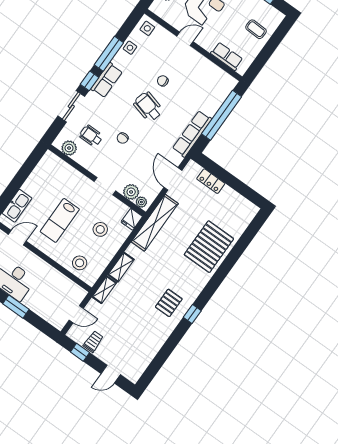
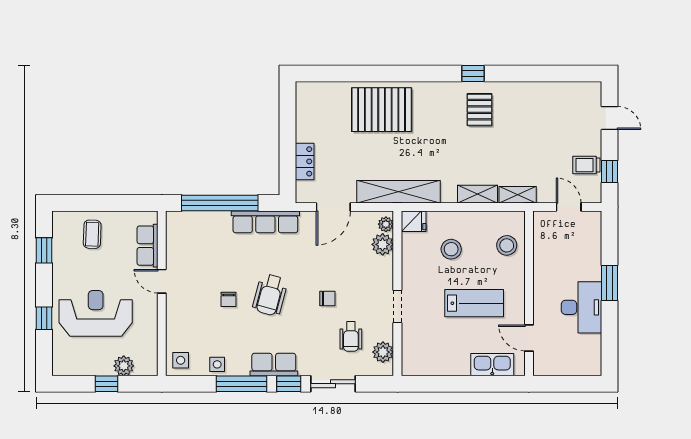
door: (185, 39) -> (162, 281), moved
doorway: (105, 186) -> (397, 307), moved
pallet: (169, 303) -> (480, 110), turned 90

